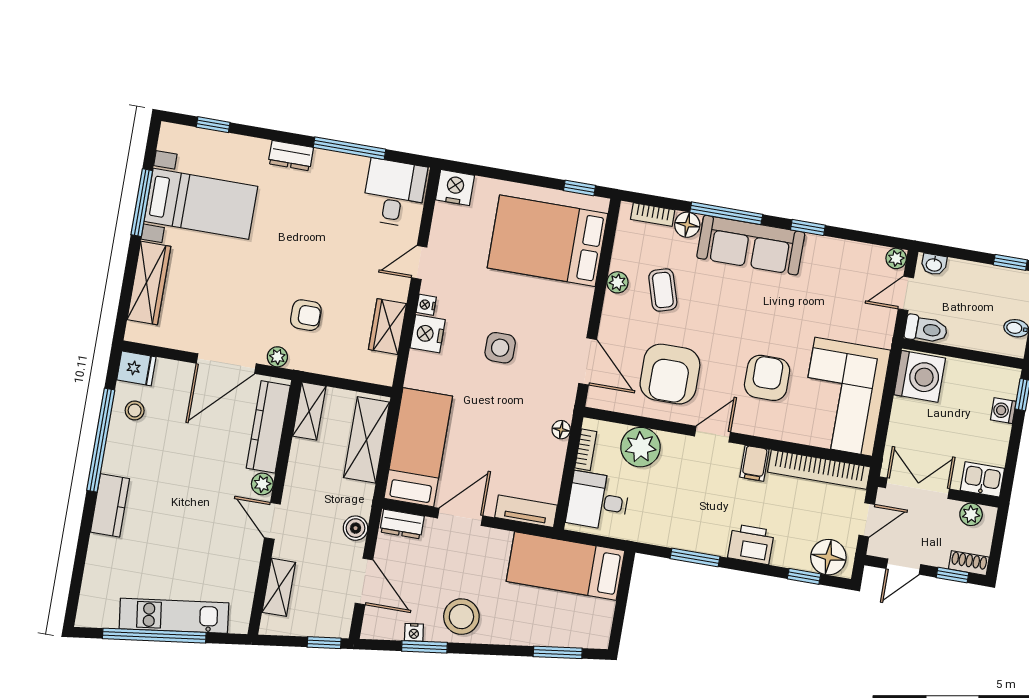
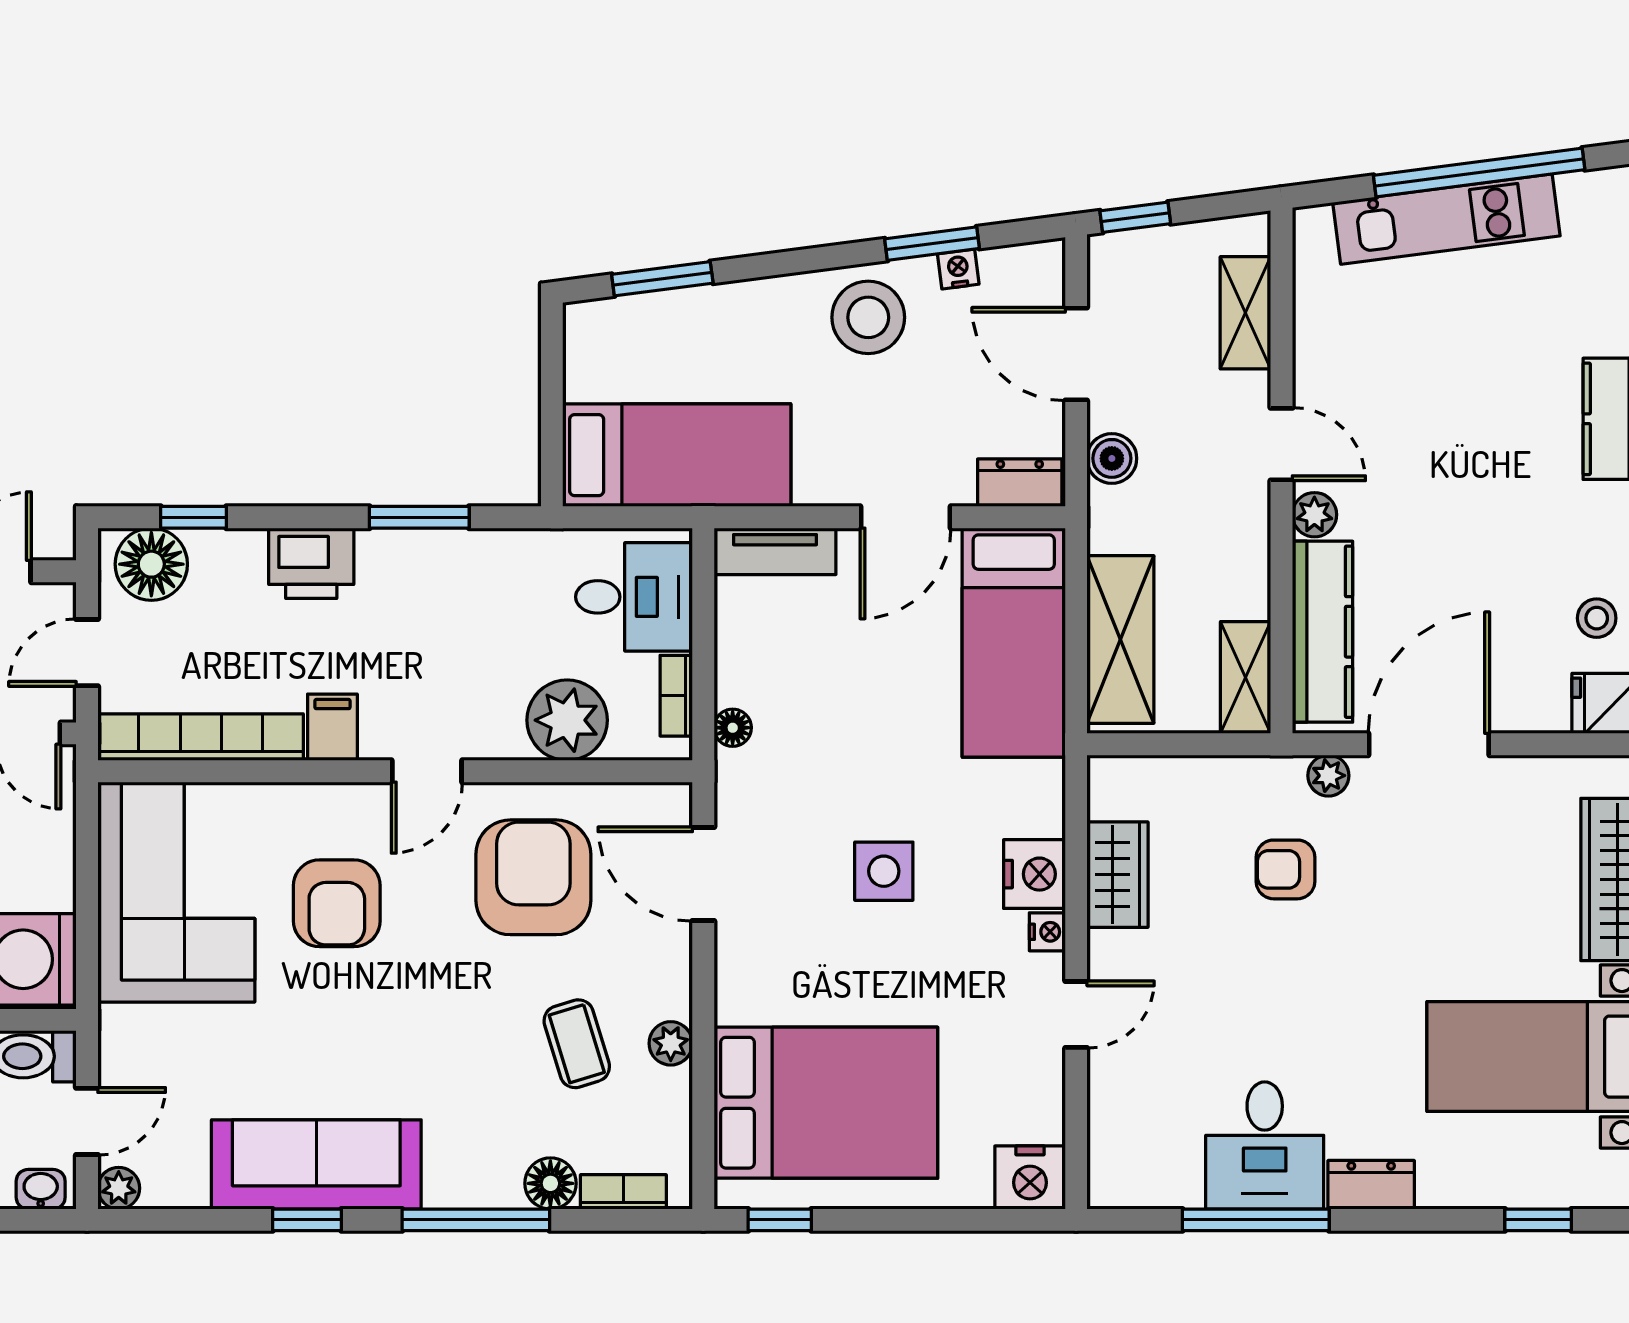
desk: (394, 193) -> (1265, 1145), moved
sofa: (751, 245) -> (316, 1164), moved

